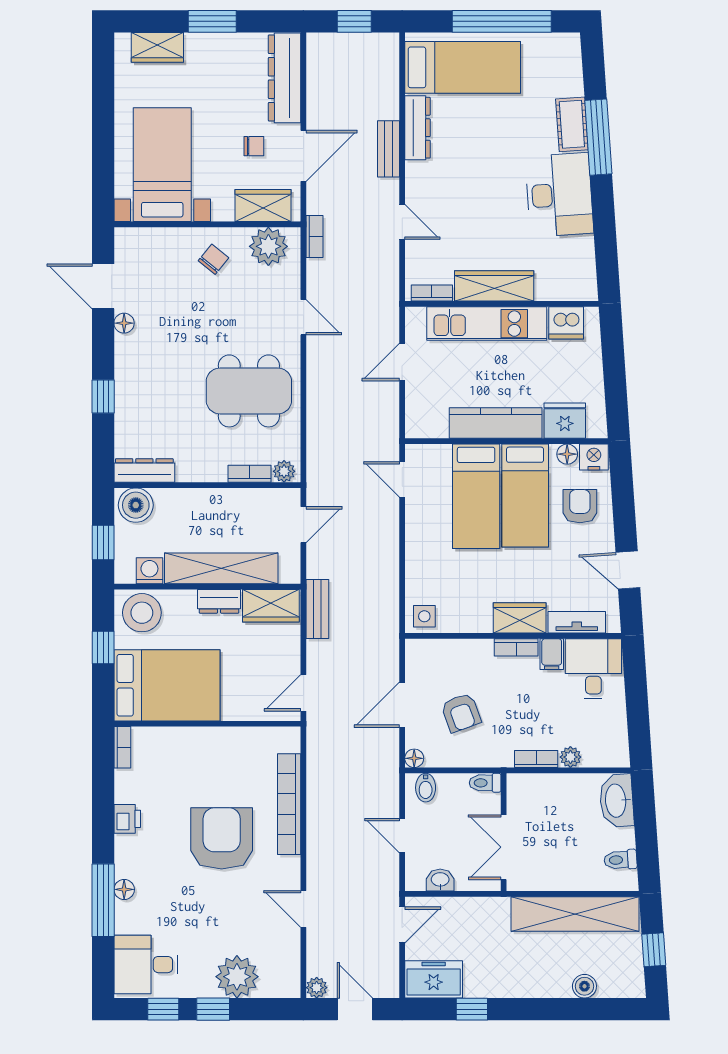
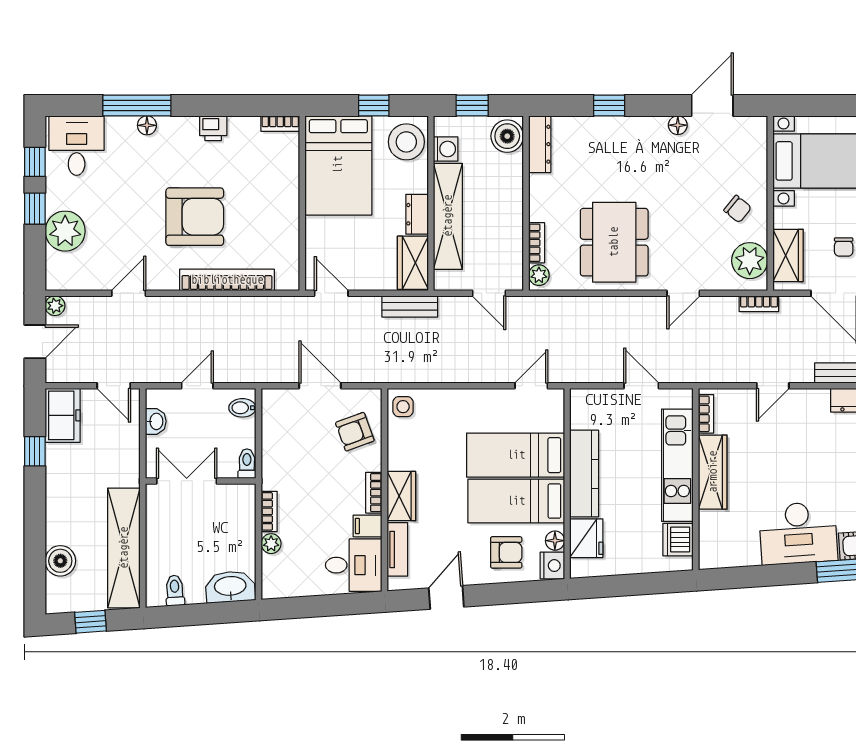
armchair: (461, 713) -> (355, 432), moved
floor lamp: (414, 758) -> (270, 397), removed
boiler: (584, 986) -> (60, 561), width x1.36, depth x1.36

